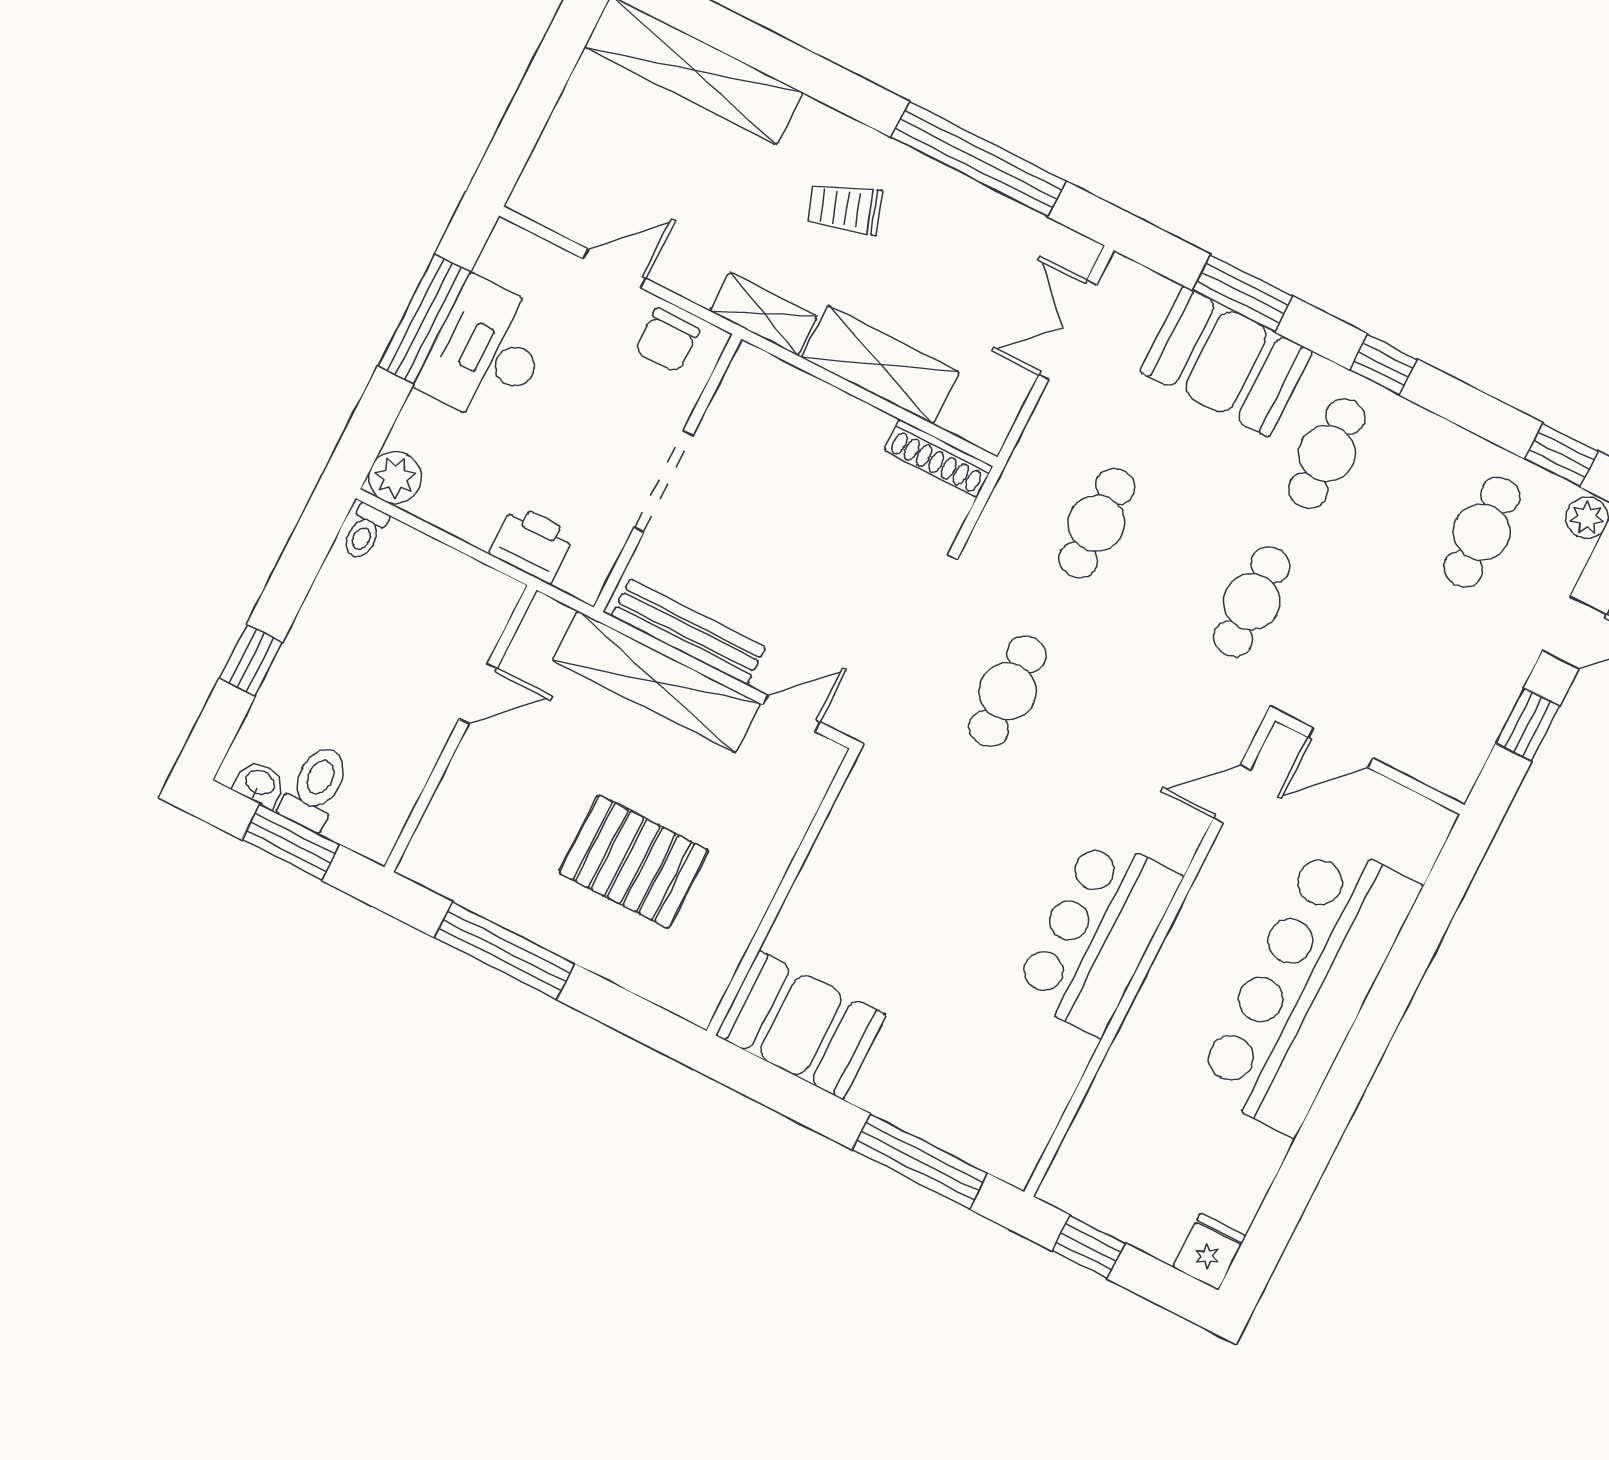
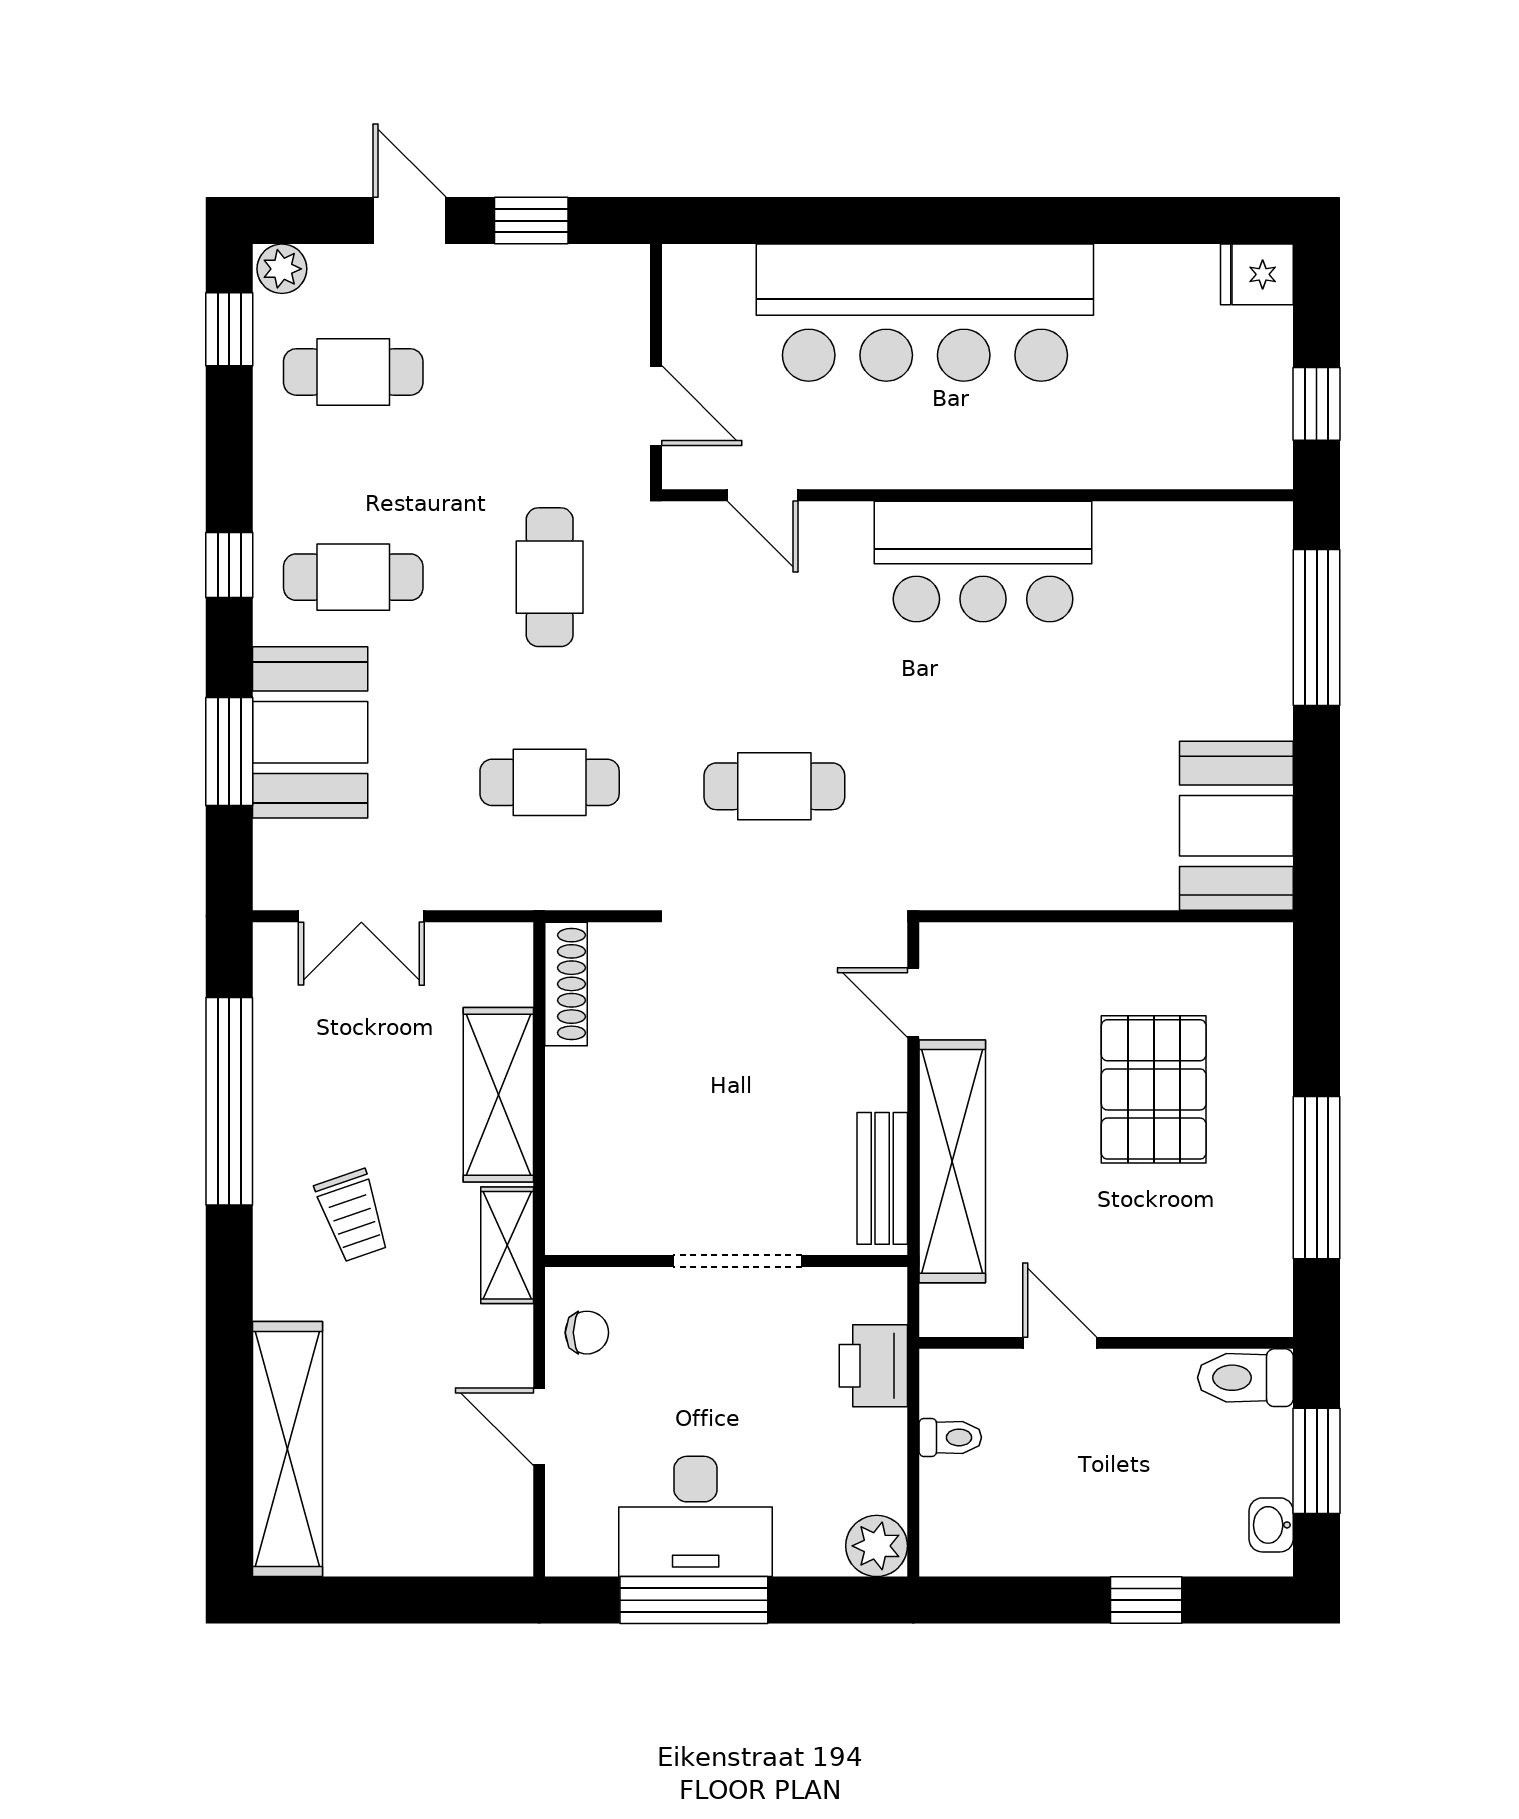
chair: (667, 341) -> (587, 1333), width x0.73, depth x0.73
toilet: (365, 532) -> (950, 1437), moved
cafe table: (1252, 602) -> (550, 577), turned 90
bench: (688, 632) -> (882, 1178), width x0.73
toilet: (315, 787) -> (1245, 1378), moved

